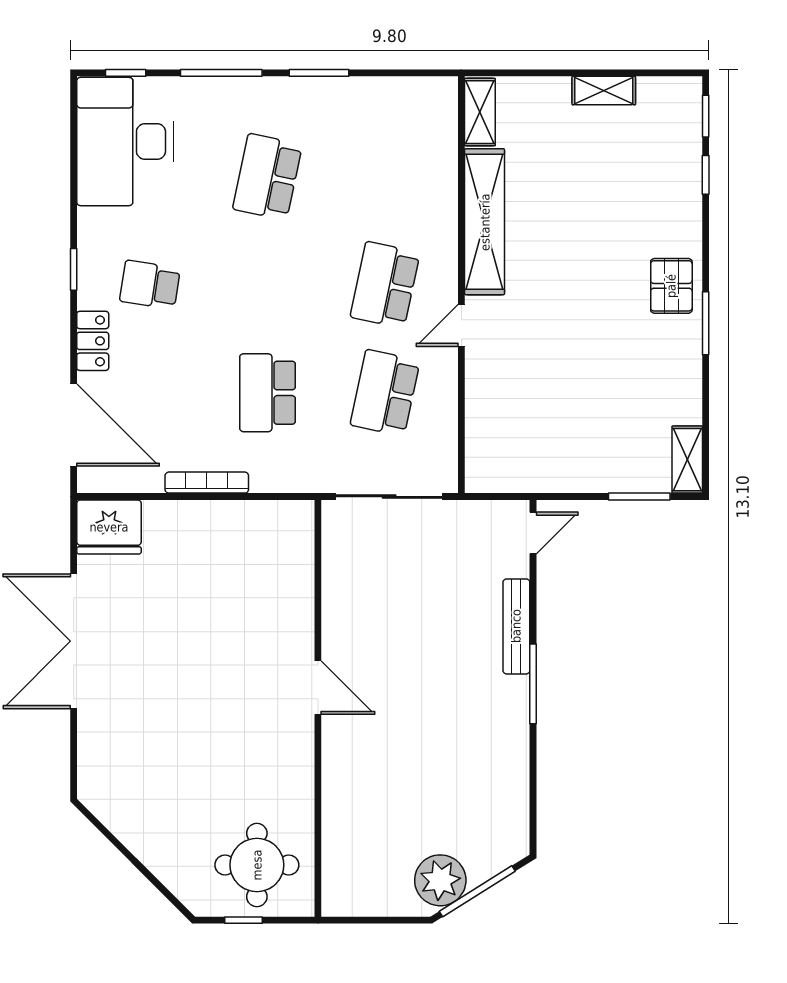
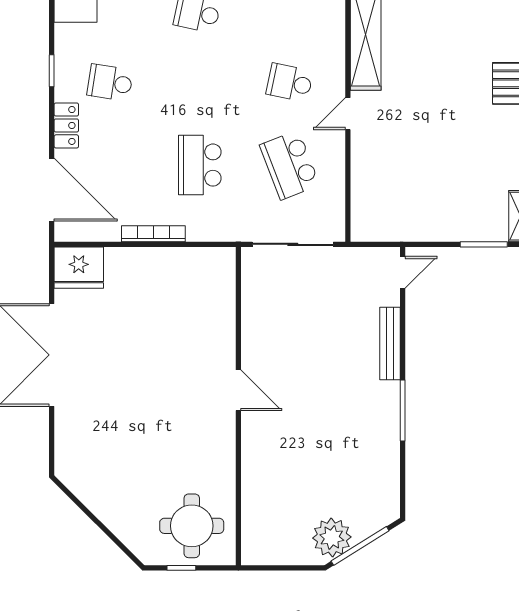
school desk: (385, 285) -> (290, 83), width x0.54
school desk: (385, 393) -> (290, 165), turned -33
window: (533, 684) -> (403, 410), moved

